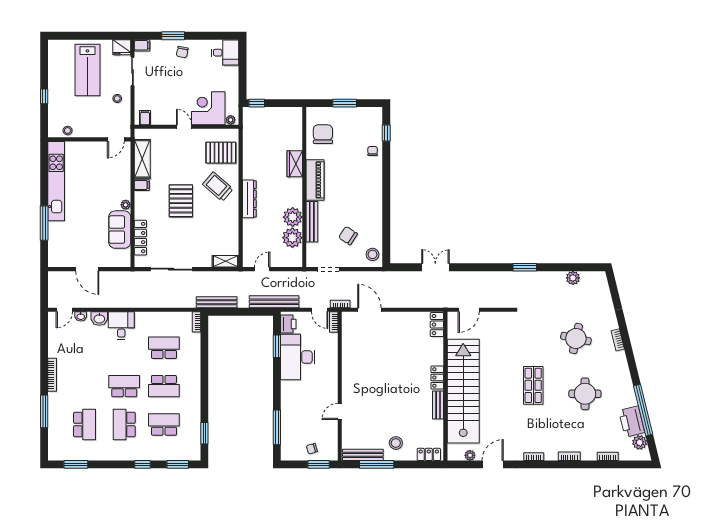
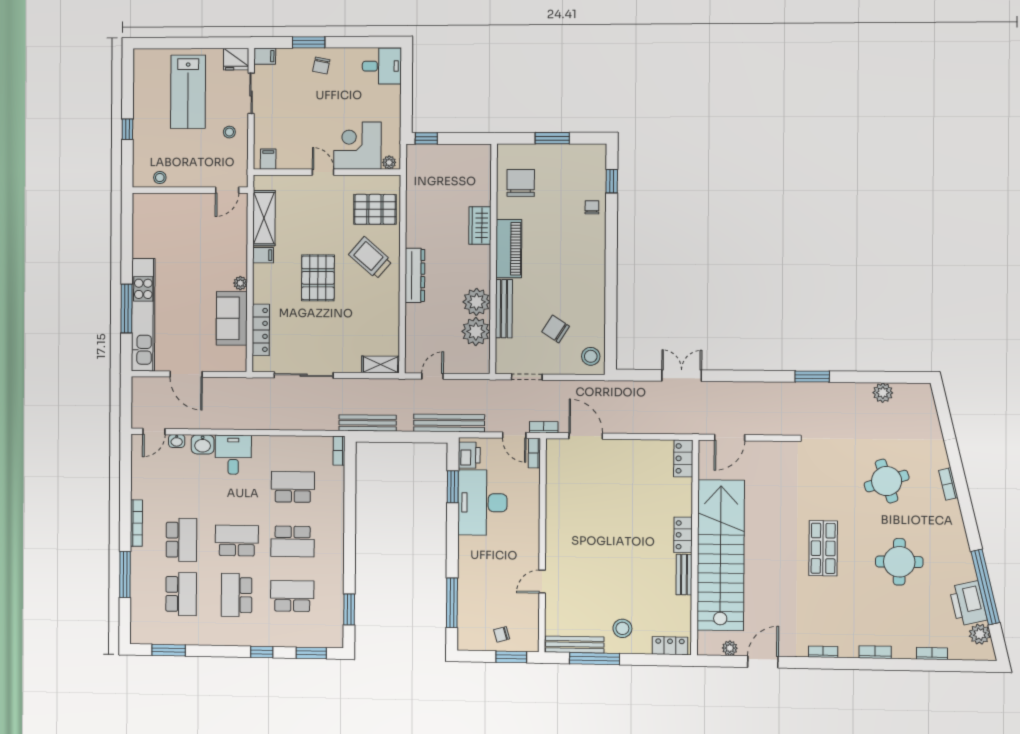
kitchen unit: (56, 181) -> (143, 315), moved
round table: (576, 338) -> (887, 481), turned -30
school desk: (85, 386) -> (181, 540), added

